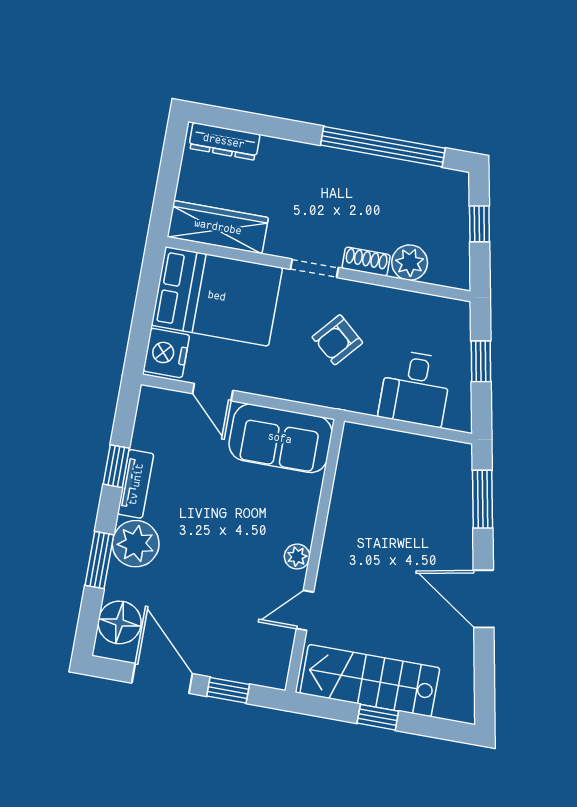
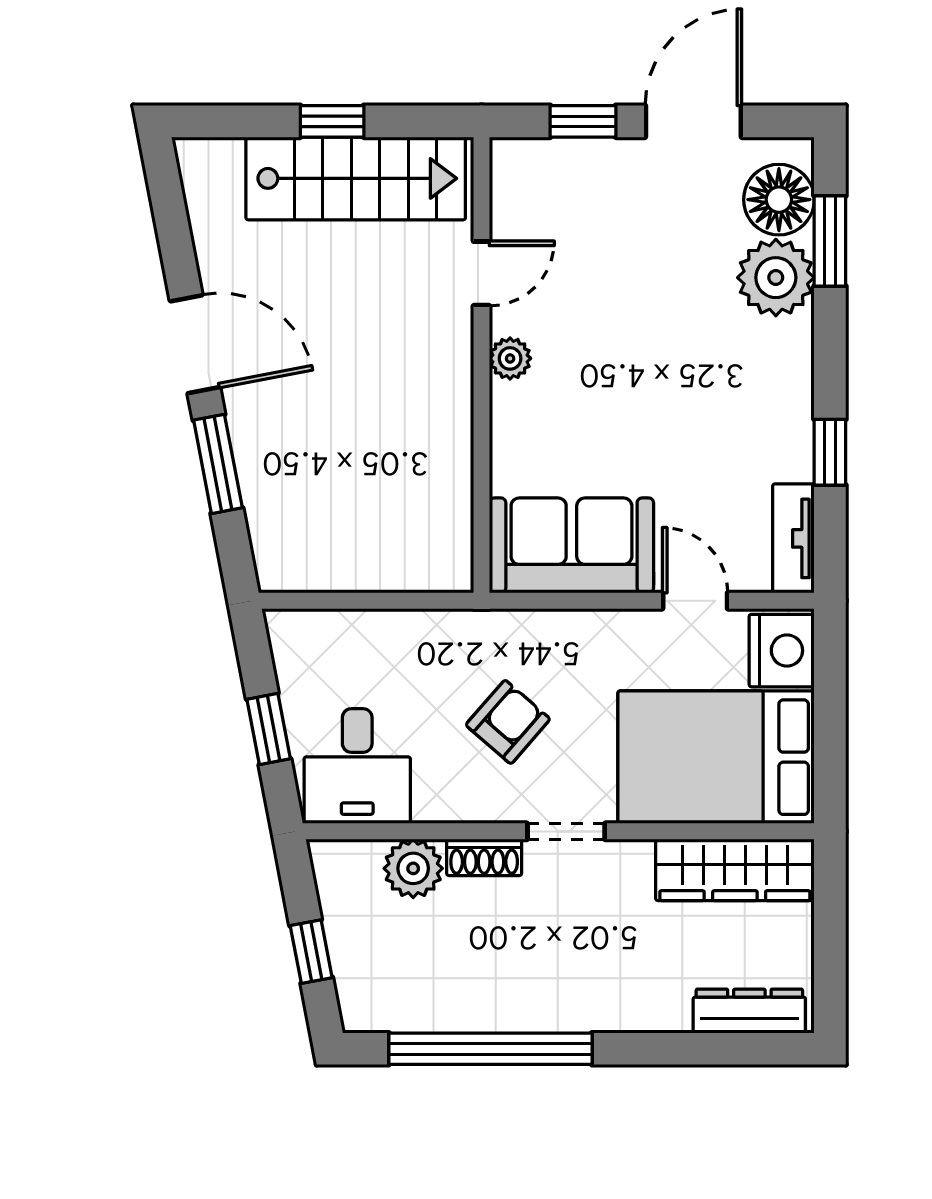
desk: (415, 388) -> (357, 766), moved, turned 180
tv unit: (136, 484) -> (793, 538), moved
window: (482, 499) -> (218, 464), moved
plant: (136, 544) -> (776, 278), moved
window: (99, 560) -> (830, 241), moved
door: (162, 678) -> (693, 121), swing flipped

